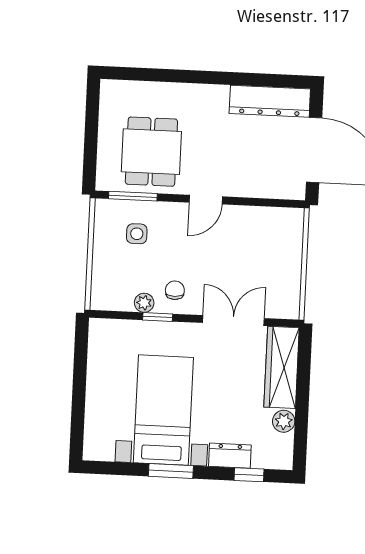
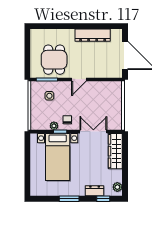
dresser: (270, 101) -> (93, 35), moved
bed with nightstands: (163, 410) -> (58, 157), moved, turned 180
plant: (284, 421) -> (117, 187), moved

